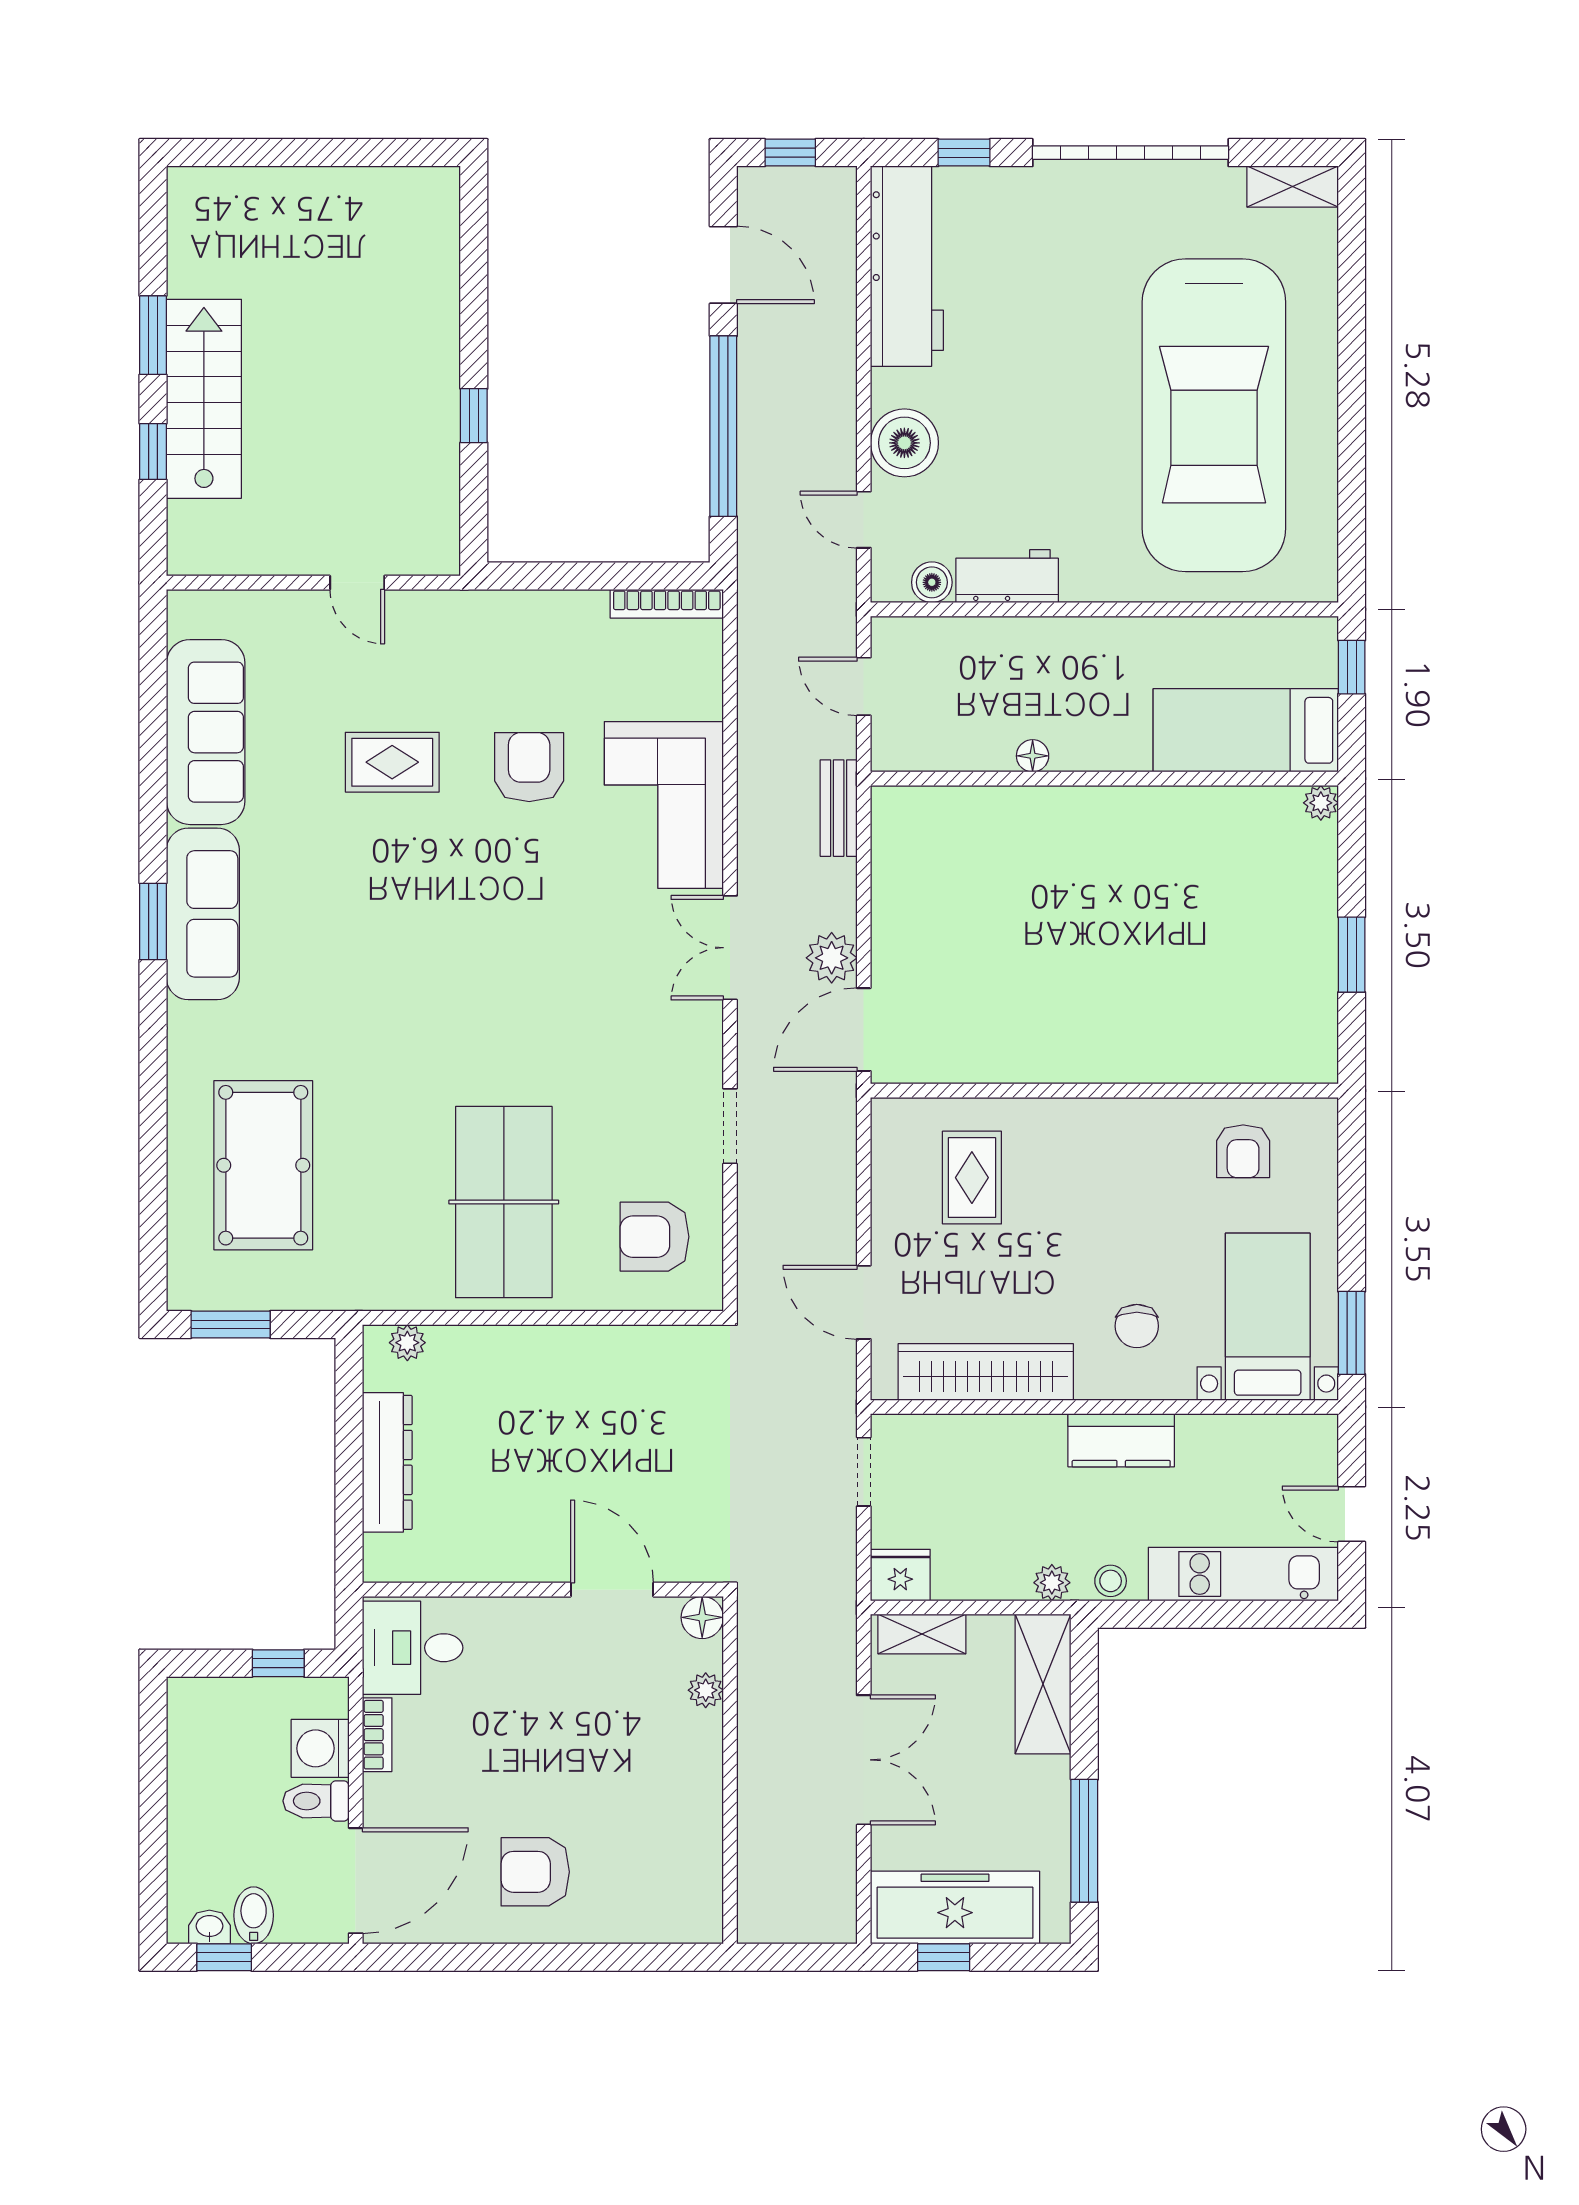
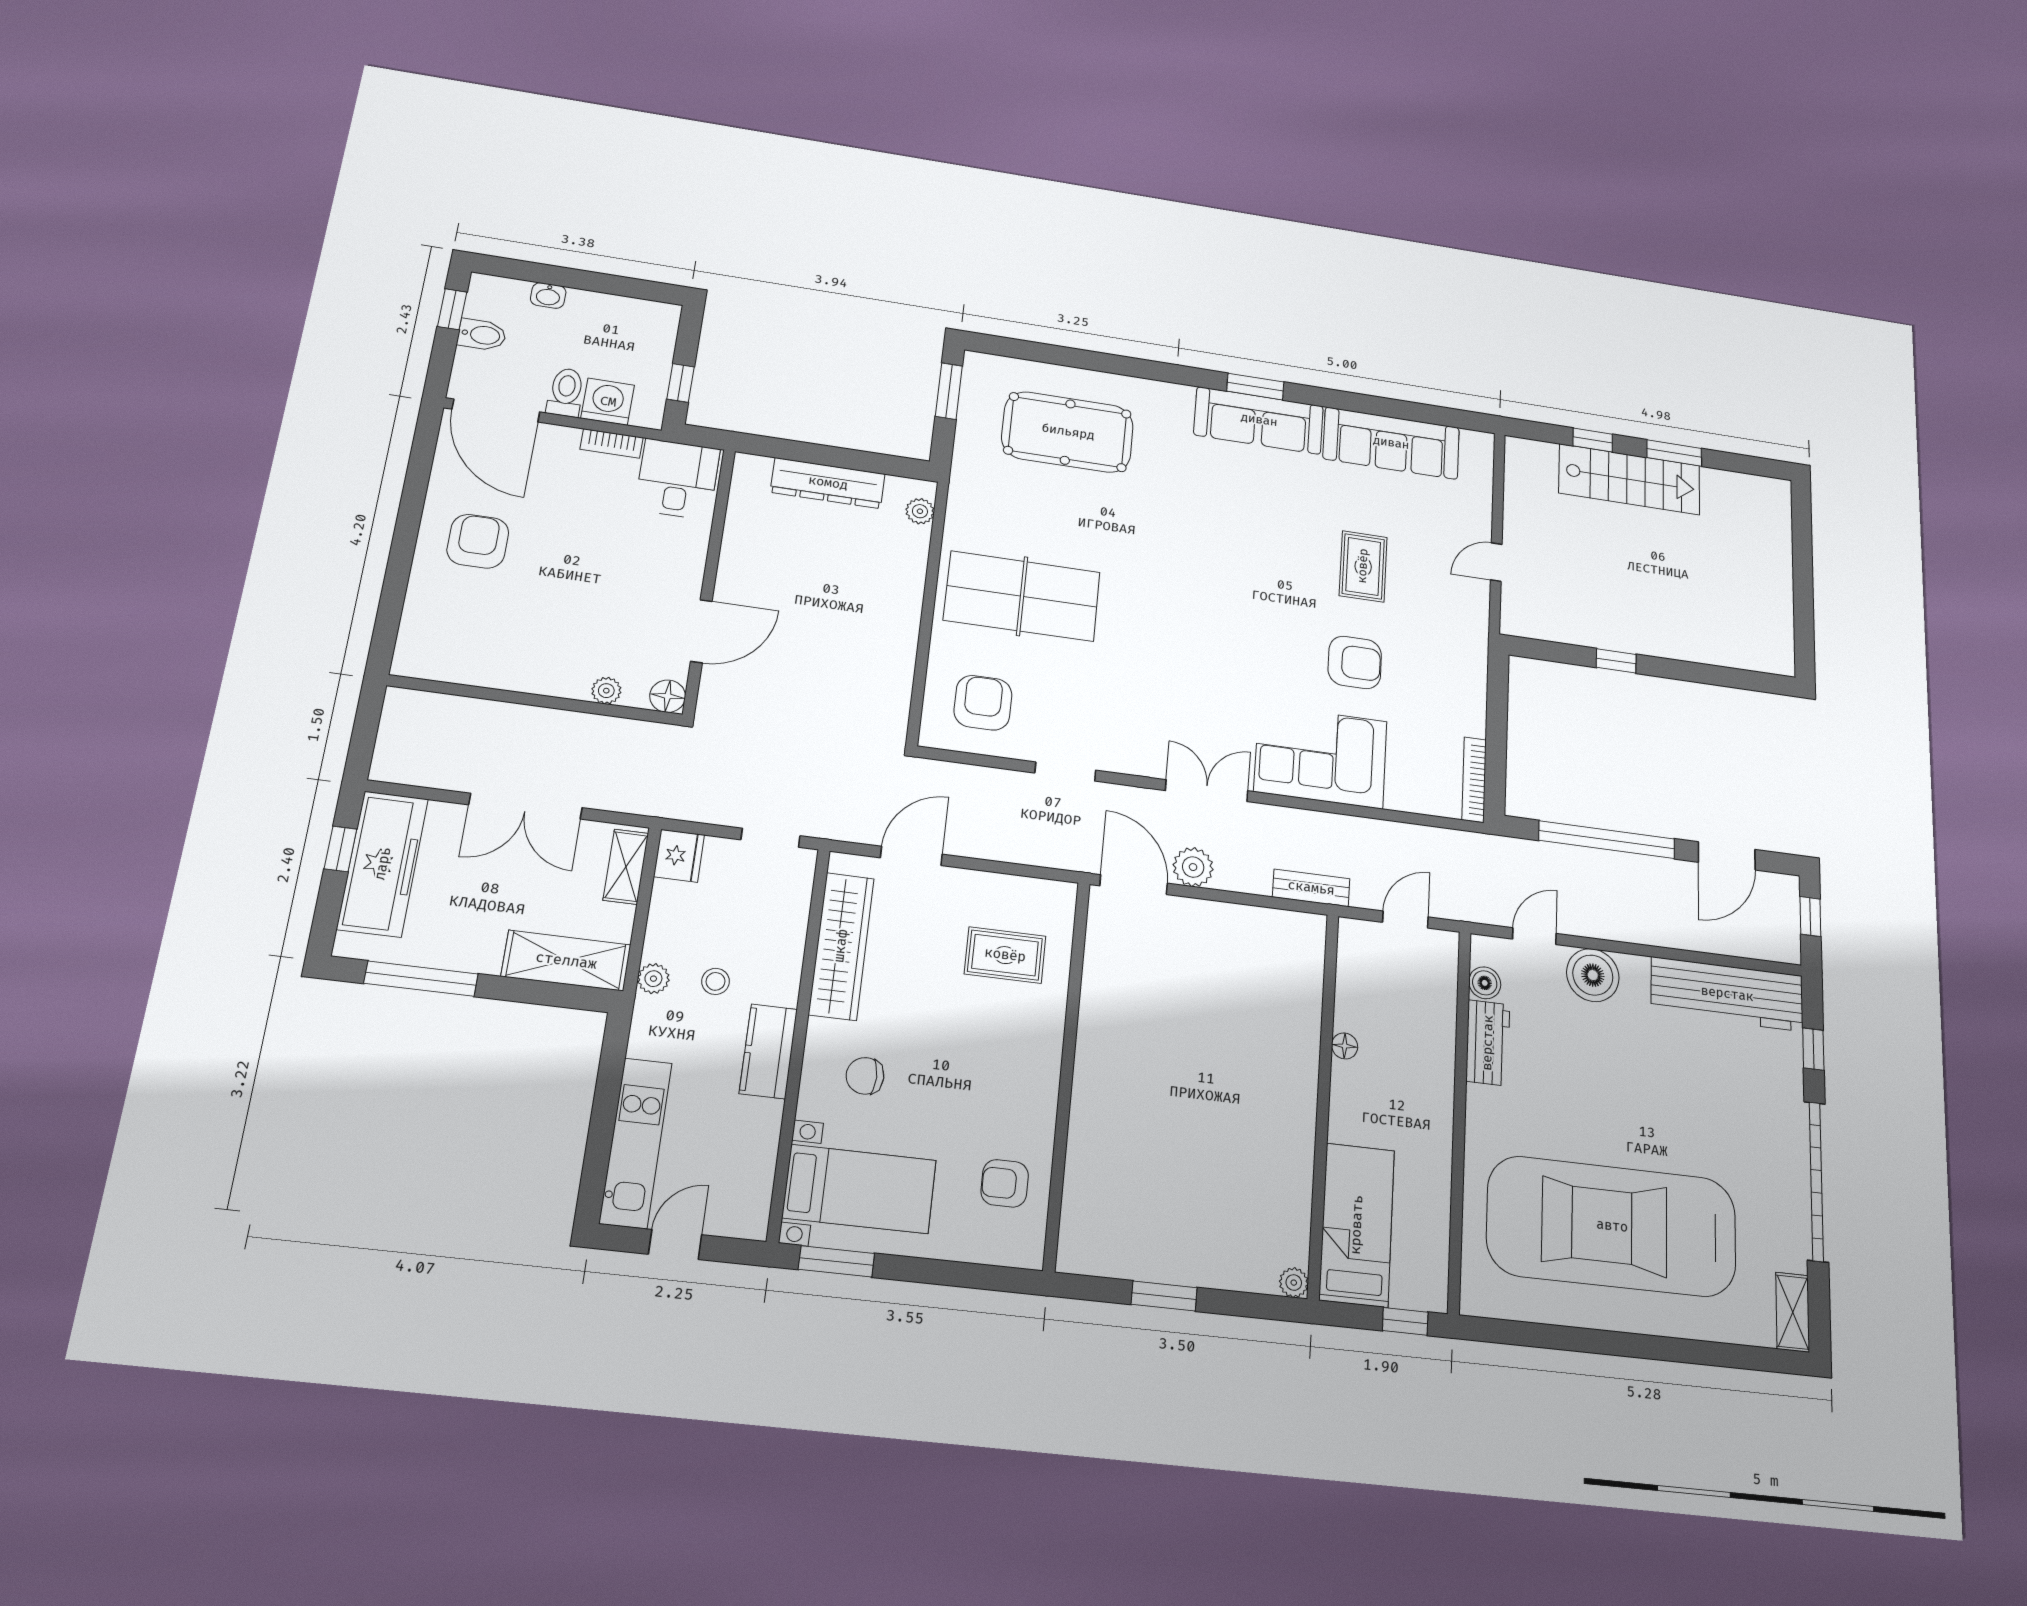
stool: (1111, 1581) -> (716, 981), moved
washbasin: (209, 1927) -> (548, 295), moved, turned 90

